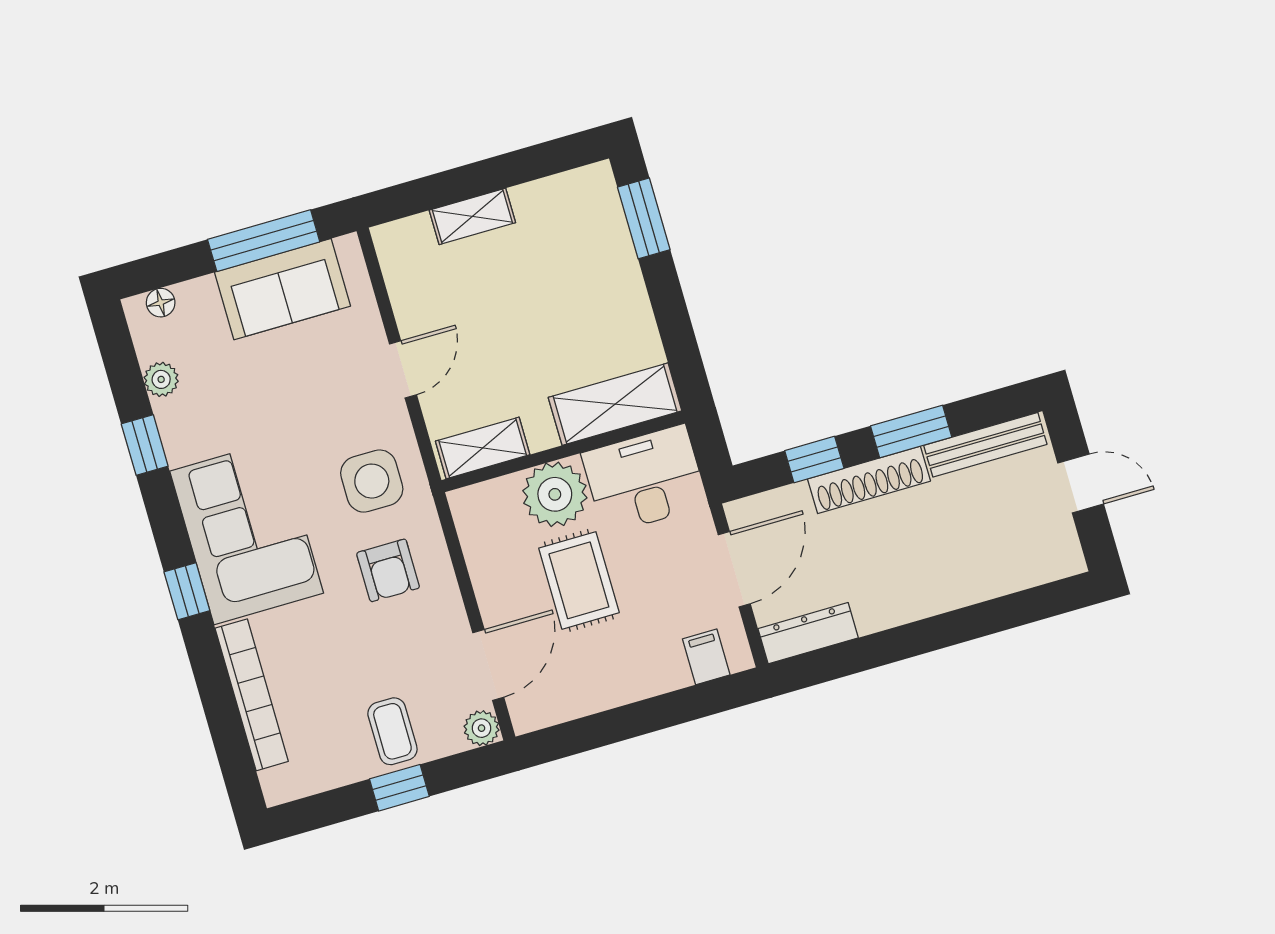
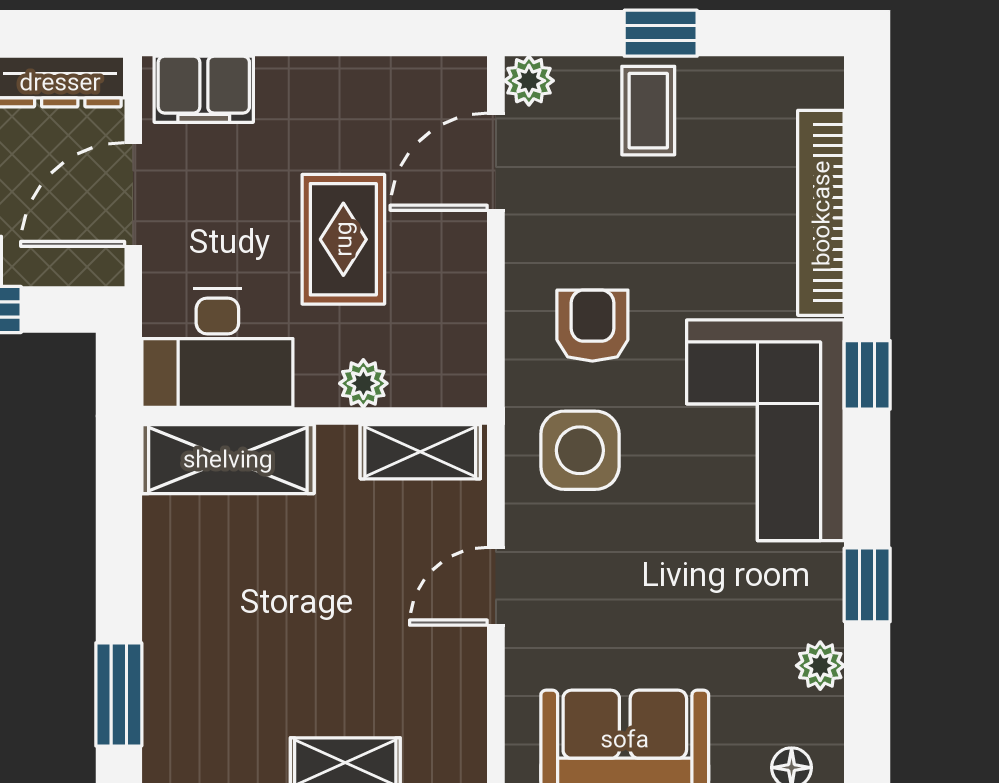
plant: (555, 494) -> (363, 383), width x0.53, depth x0.53
filing cabinet: (706, 657) -> (204, 89), width x2.00

